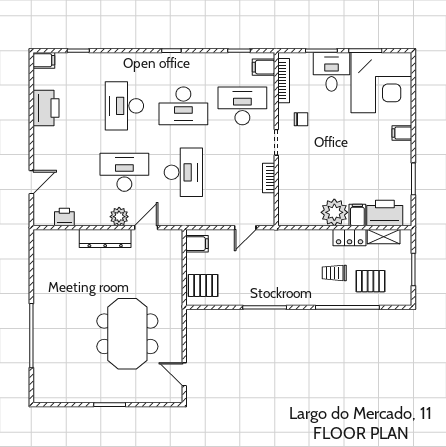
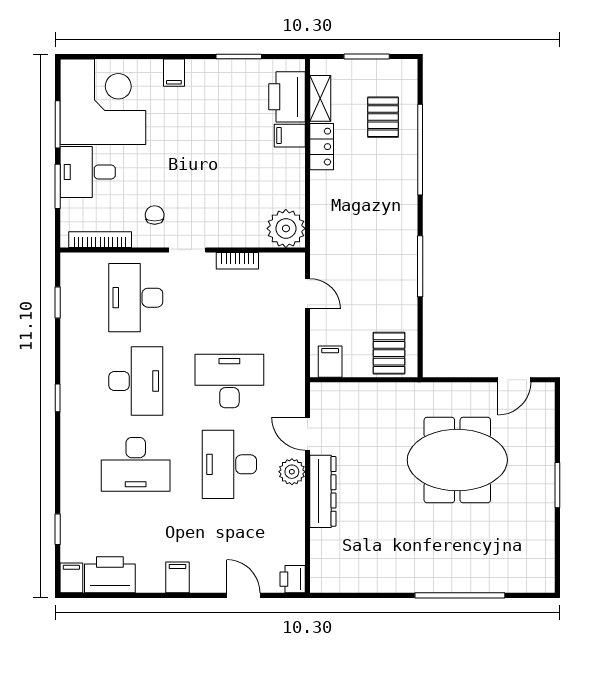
filing cabinet: (264, 67) -> (178, 577), moved, turned 180
printer: (46, 108) -> (110, 575), moved
plant: (334, 212) -> (286, 228), moved
printer: (64, 217) -> (293, 579), moved
trolley: (334, 273) -> (371, 168), removed

